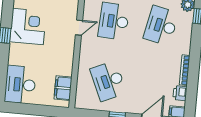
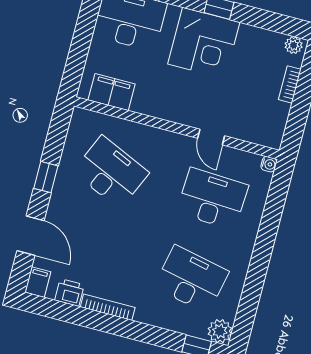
corner desk: (28, 27) -> (204, 43), moved
desk: (108, 81) -> (111, 172), turned 48

